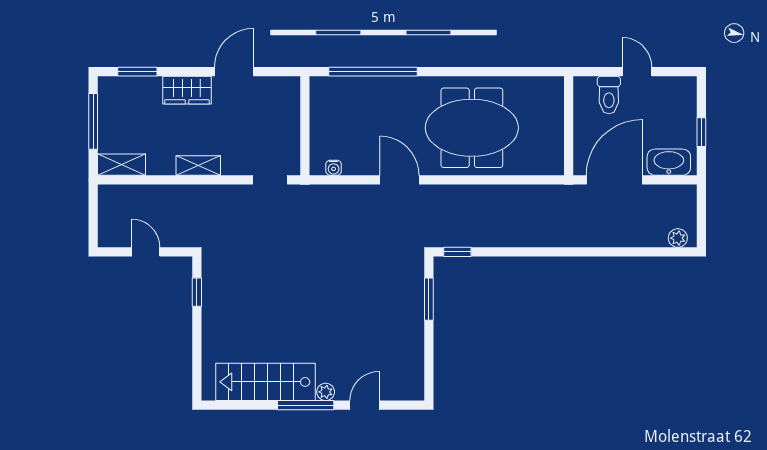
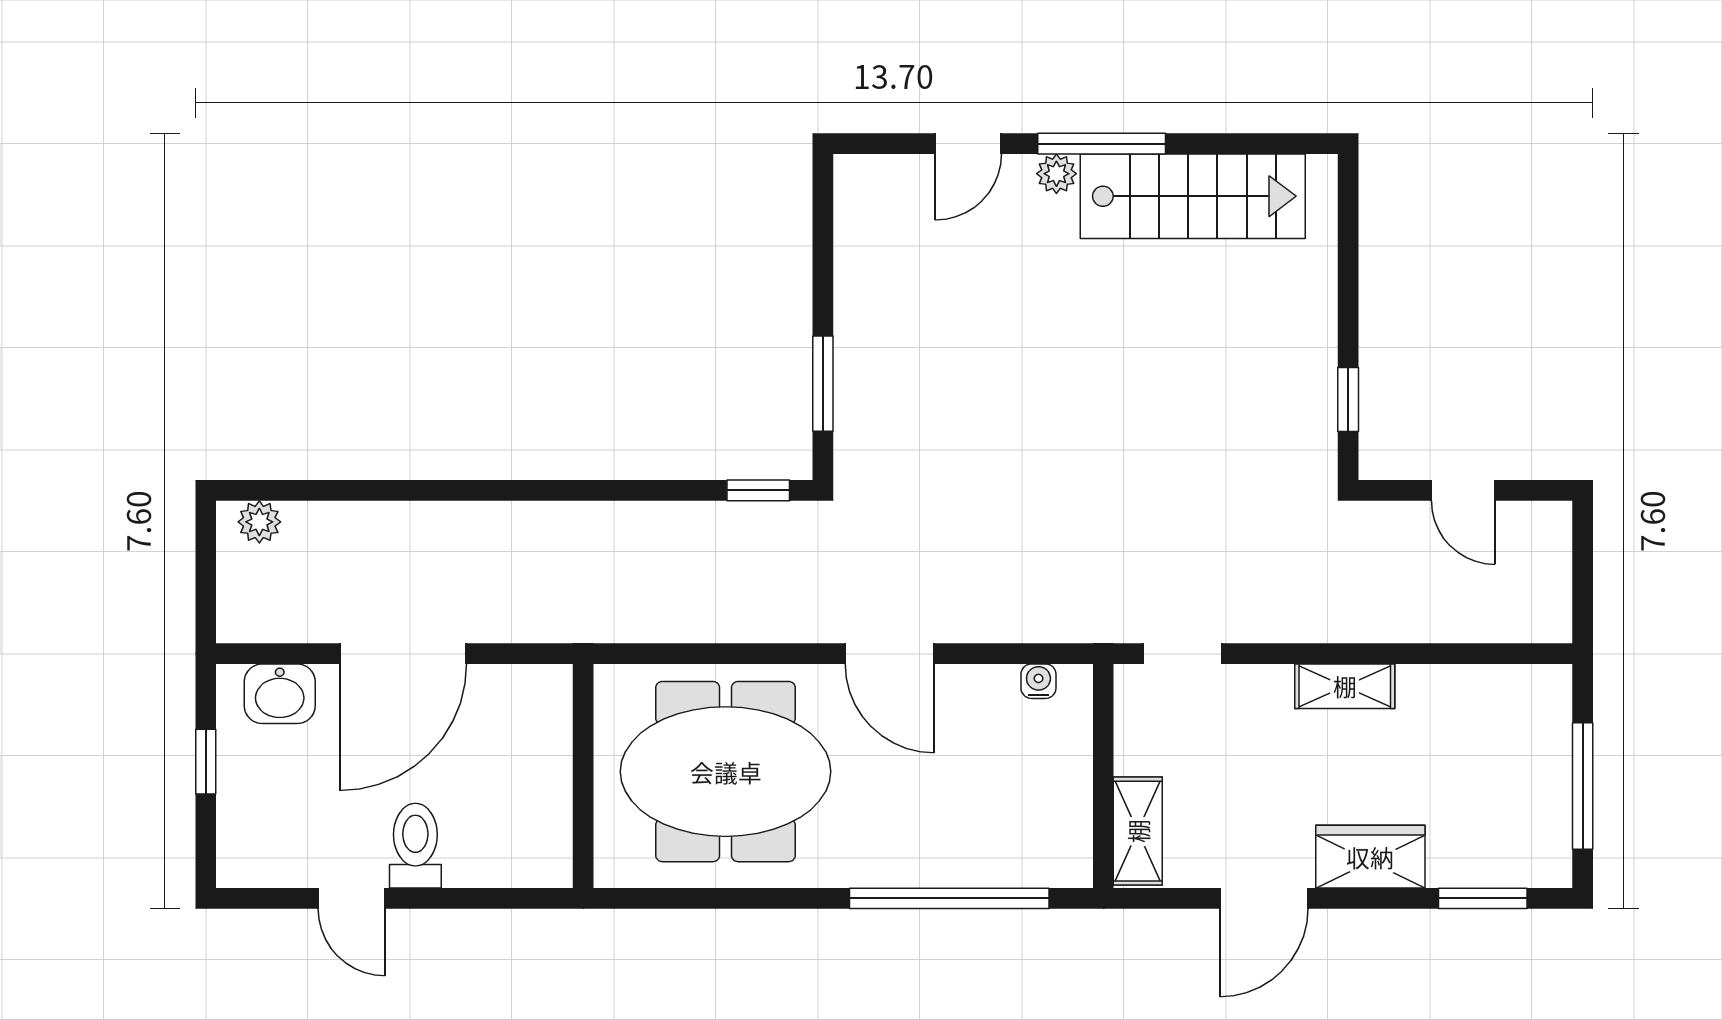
wall: (569, 126) -> (583, 776), moved
washbasin: (669, 162) -> (280, 694), width x0.72
shelving: (122, 165) -> (1138, 831), moved, turned 90

